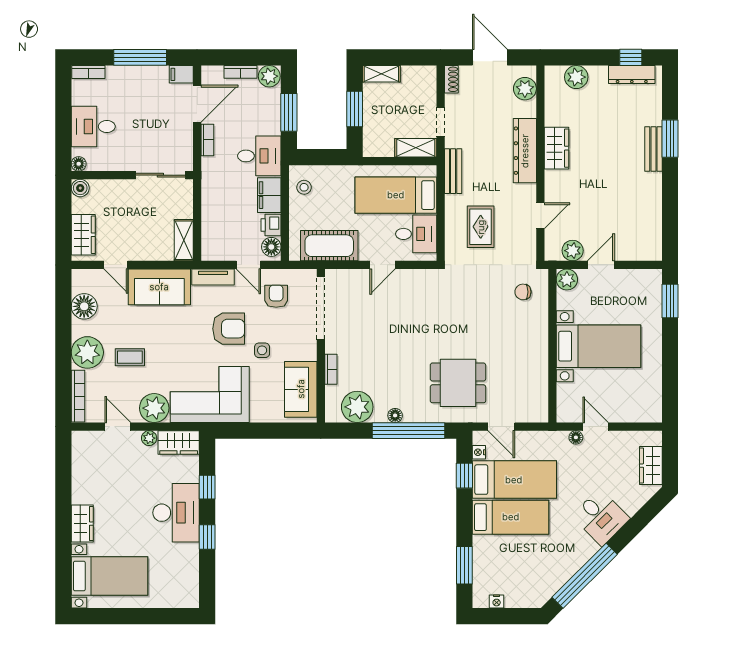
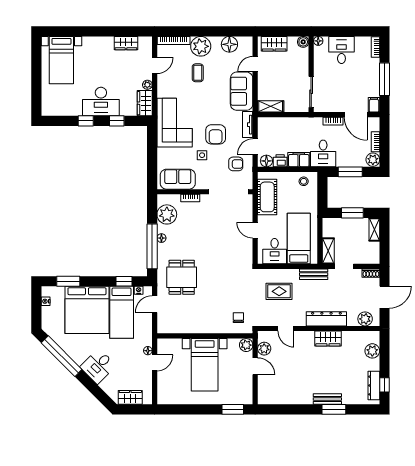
plant: (154, 408) -> (166, 88), removed
bed: (511, 517) -> (87, 310), width x2.04
wardrobe: (82, 524) -> (126, 43), moved

